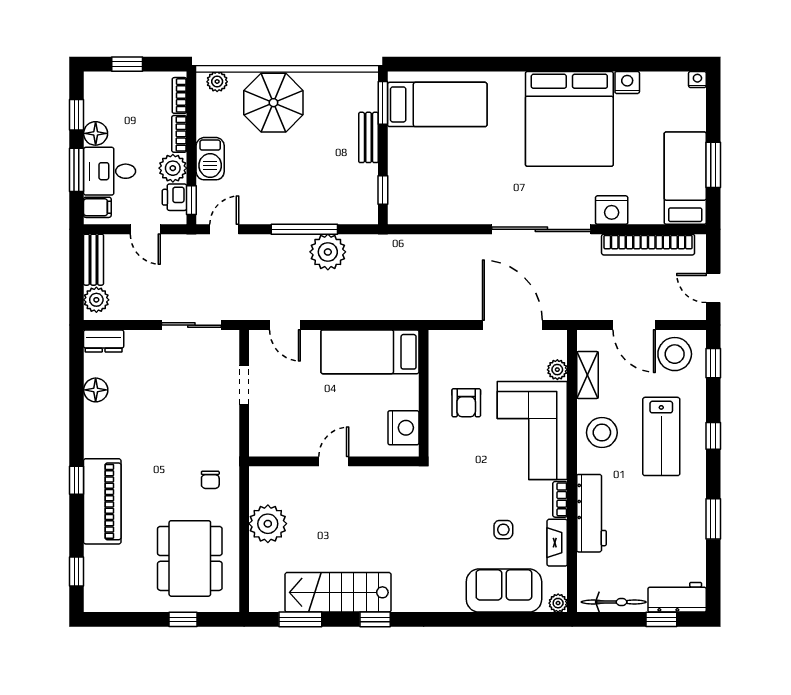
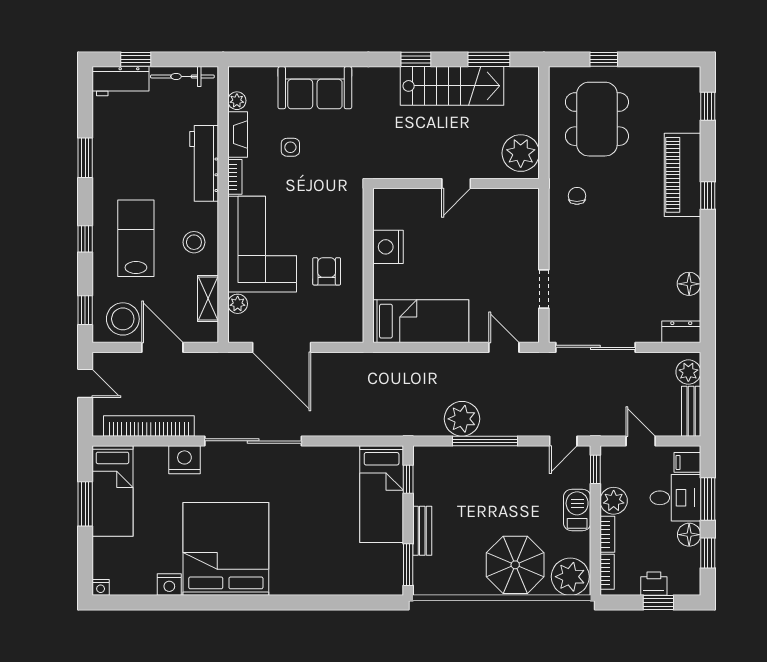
plant: (217, 82) -> (570, 577), width x1.87, depth x1.87
bed: (437, 104) -> (382, 494), moved, turned -90
printer: (175, 197) -> (654, 584), moved, turned -90
sliding door: (191, 325) -> (595, 347), width x1.37
stool: (602, 433) -> (194, 242), width x0.73, depth x0.73
door: (334, 461) -> (456, 183), moved
wall: (334, 461) -> (456, 183), moved
sofa: (504, 591) -> (315, 88), moved
plant: (558, 603) -> (237, 101), moved

